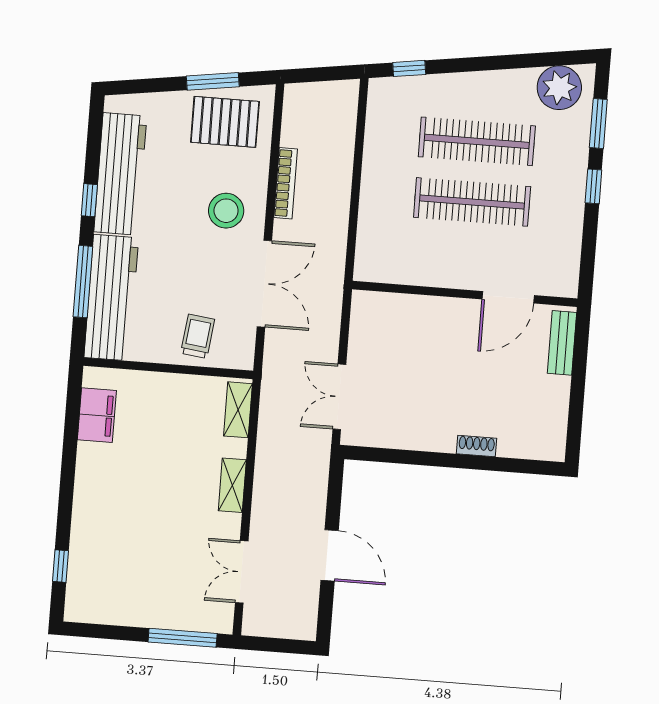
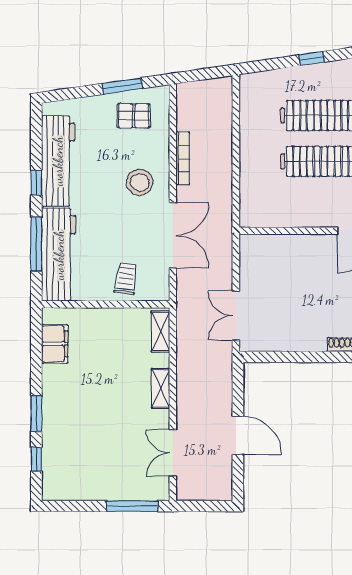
window: (409, 68) -> (312, 58), moved
pallet: (225, 122) -> (134, 116), width x0.67, depth x0.71
window: (65, 505) -> (36, 413), added

